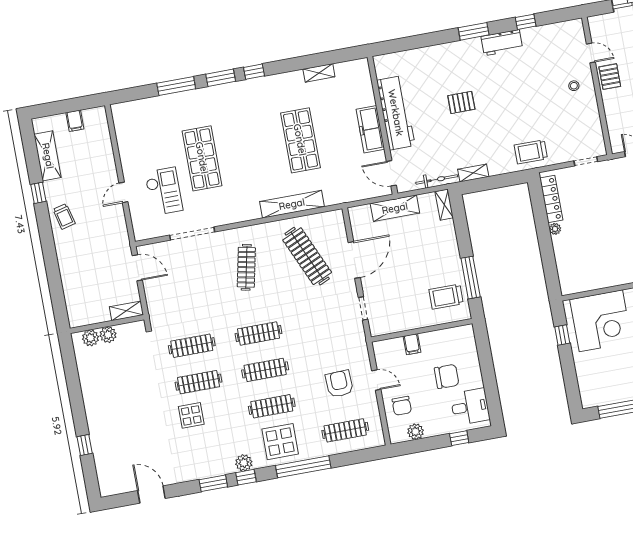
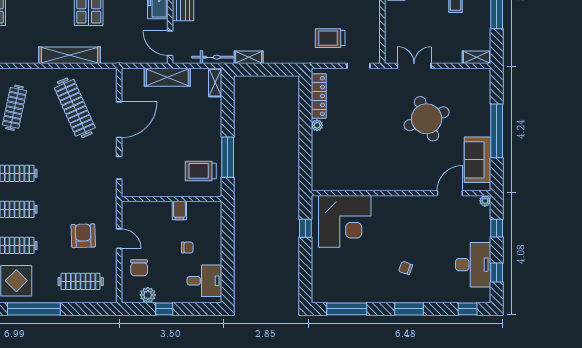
trolley: (531, 152) -> (330, 38), moved
filing cabinet: (412, 344) -> (179, 211), moved
chair: (447, 376) -> (187, 248), width x0.54, depth x0.54
window: (459, 438) -> (164, 309), moved

